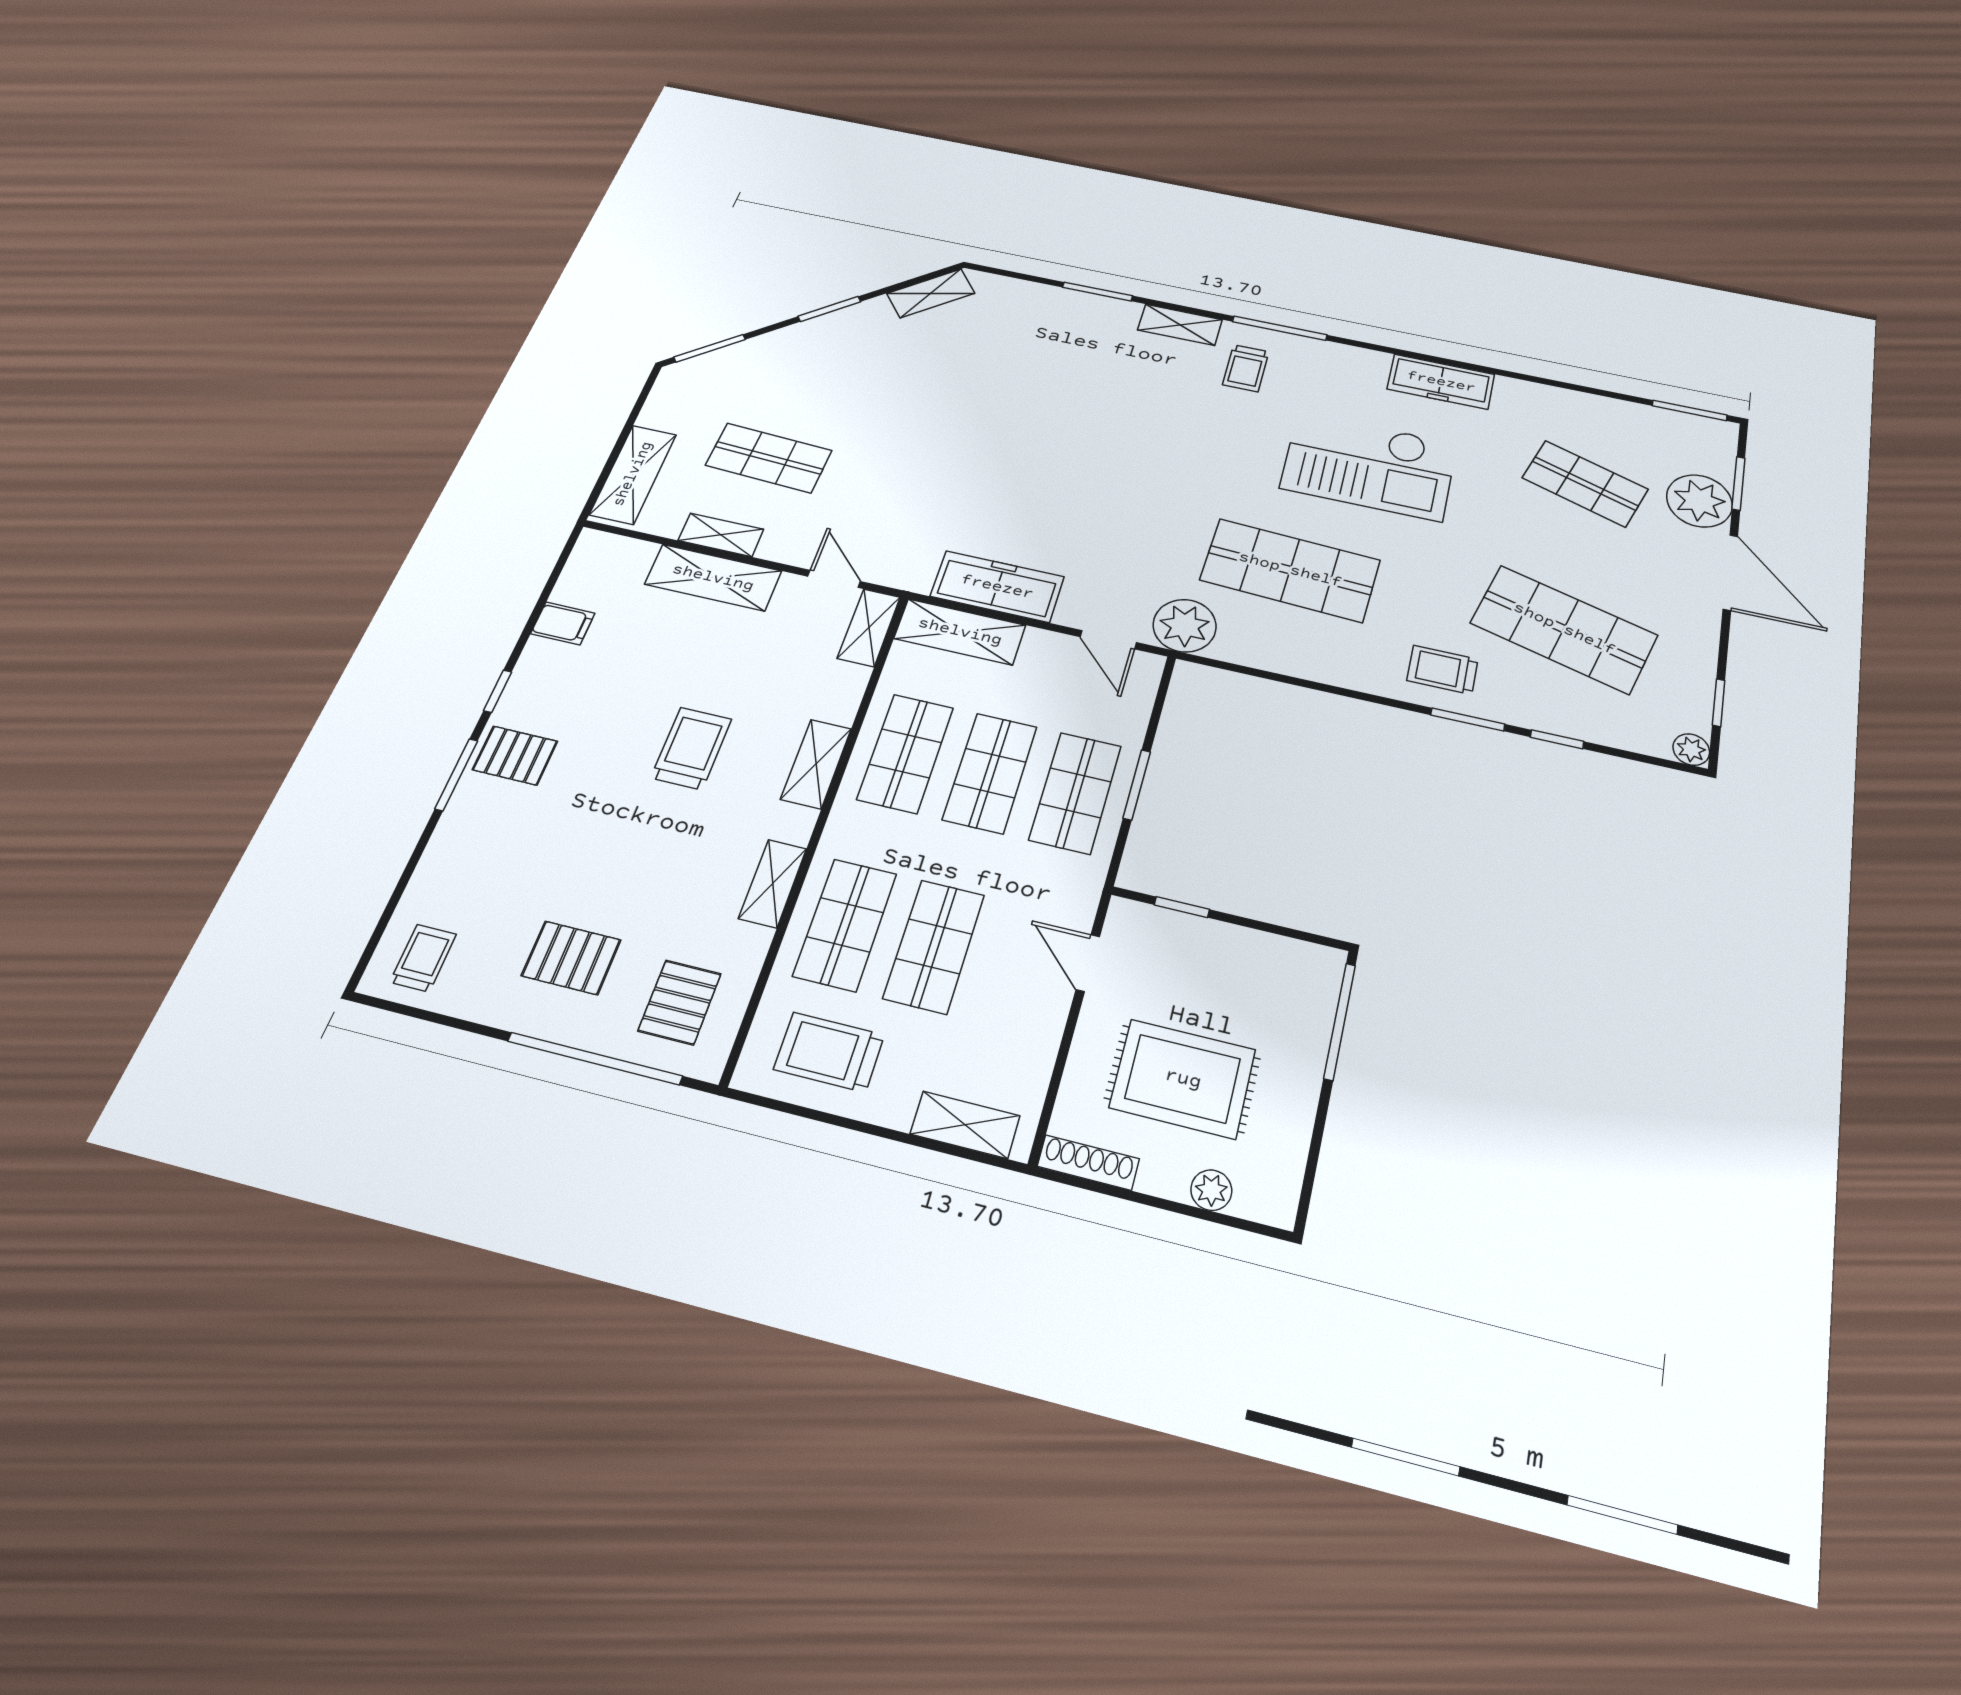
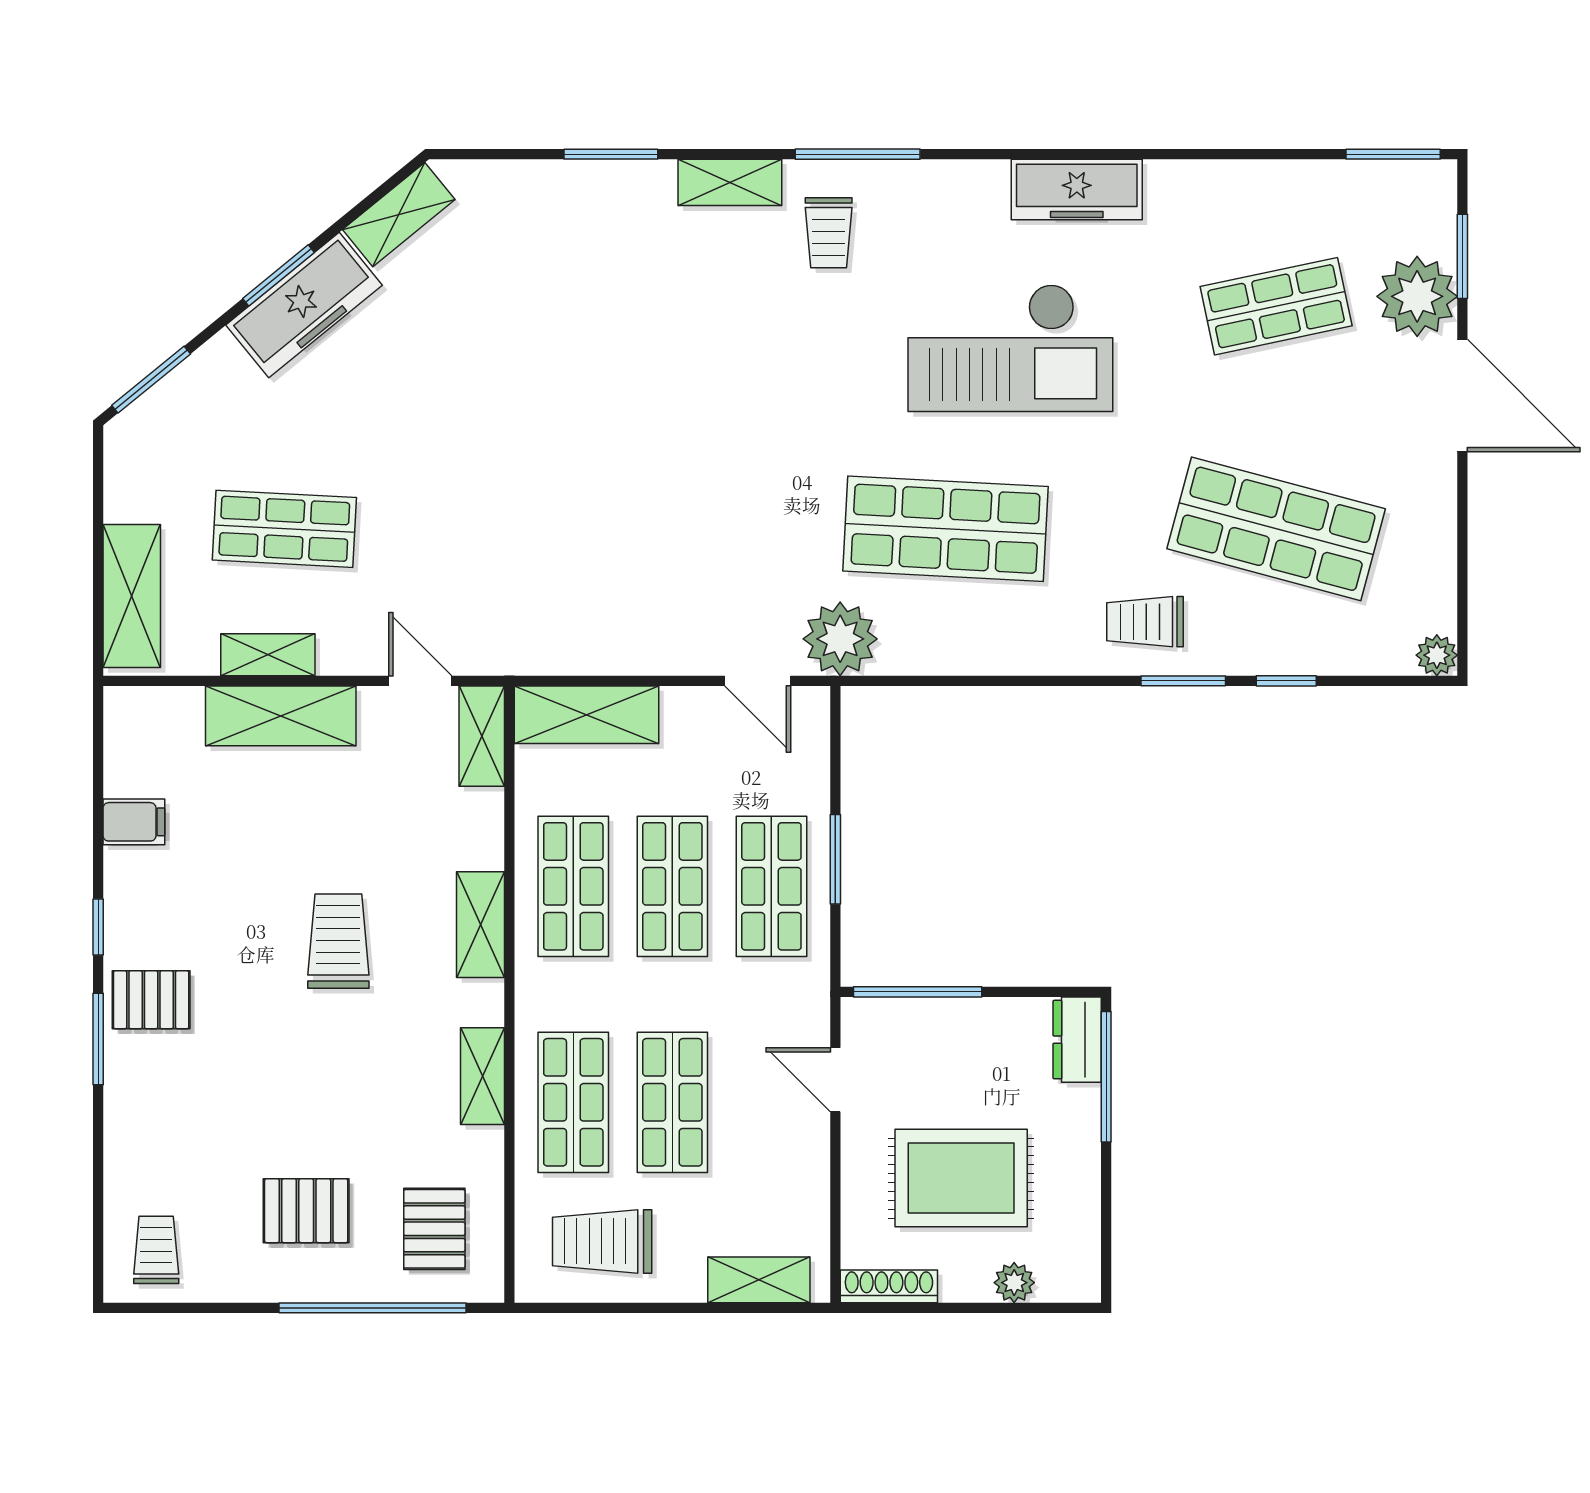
shop shelf: (1585, 484) -> (1276, 306), turned -30
freezer: (997, 587) -> (304, 305), moved, turned 141
window: (1719, 703) -> (1462, 584), removed
window: (1182, 907) -> (918, 992), width x2.17
dresser: (1319, 982) -> (1077, 1040), added

